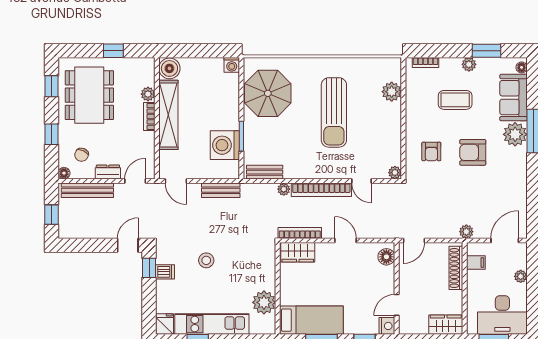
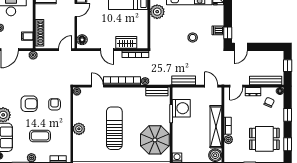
plant: (392, 92) -> (79, 129), moved
dining table: (89, 95) -> (264, 139), width x0.73
wardrobe: (298, 252) -> (126, 42), moved

